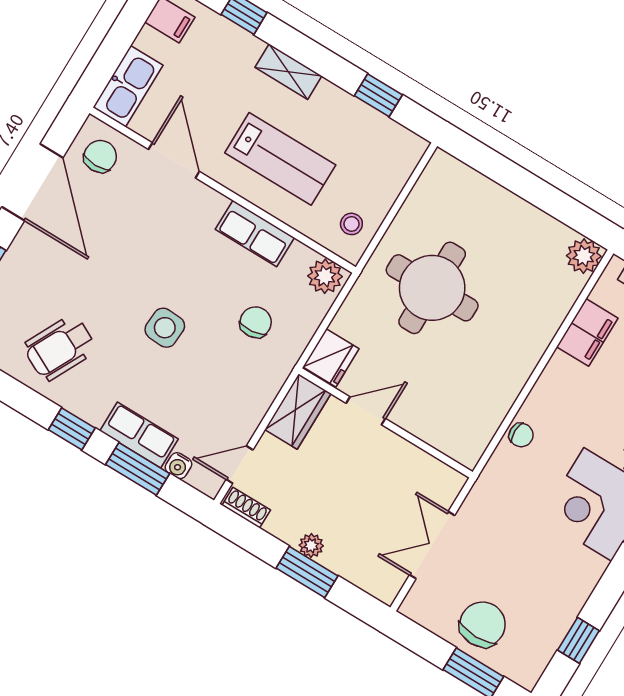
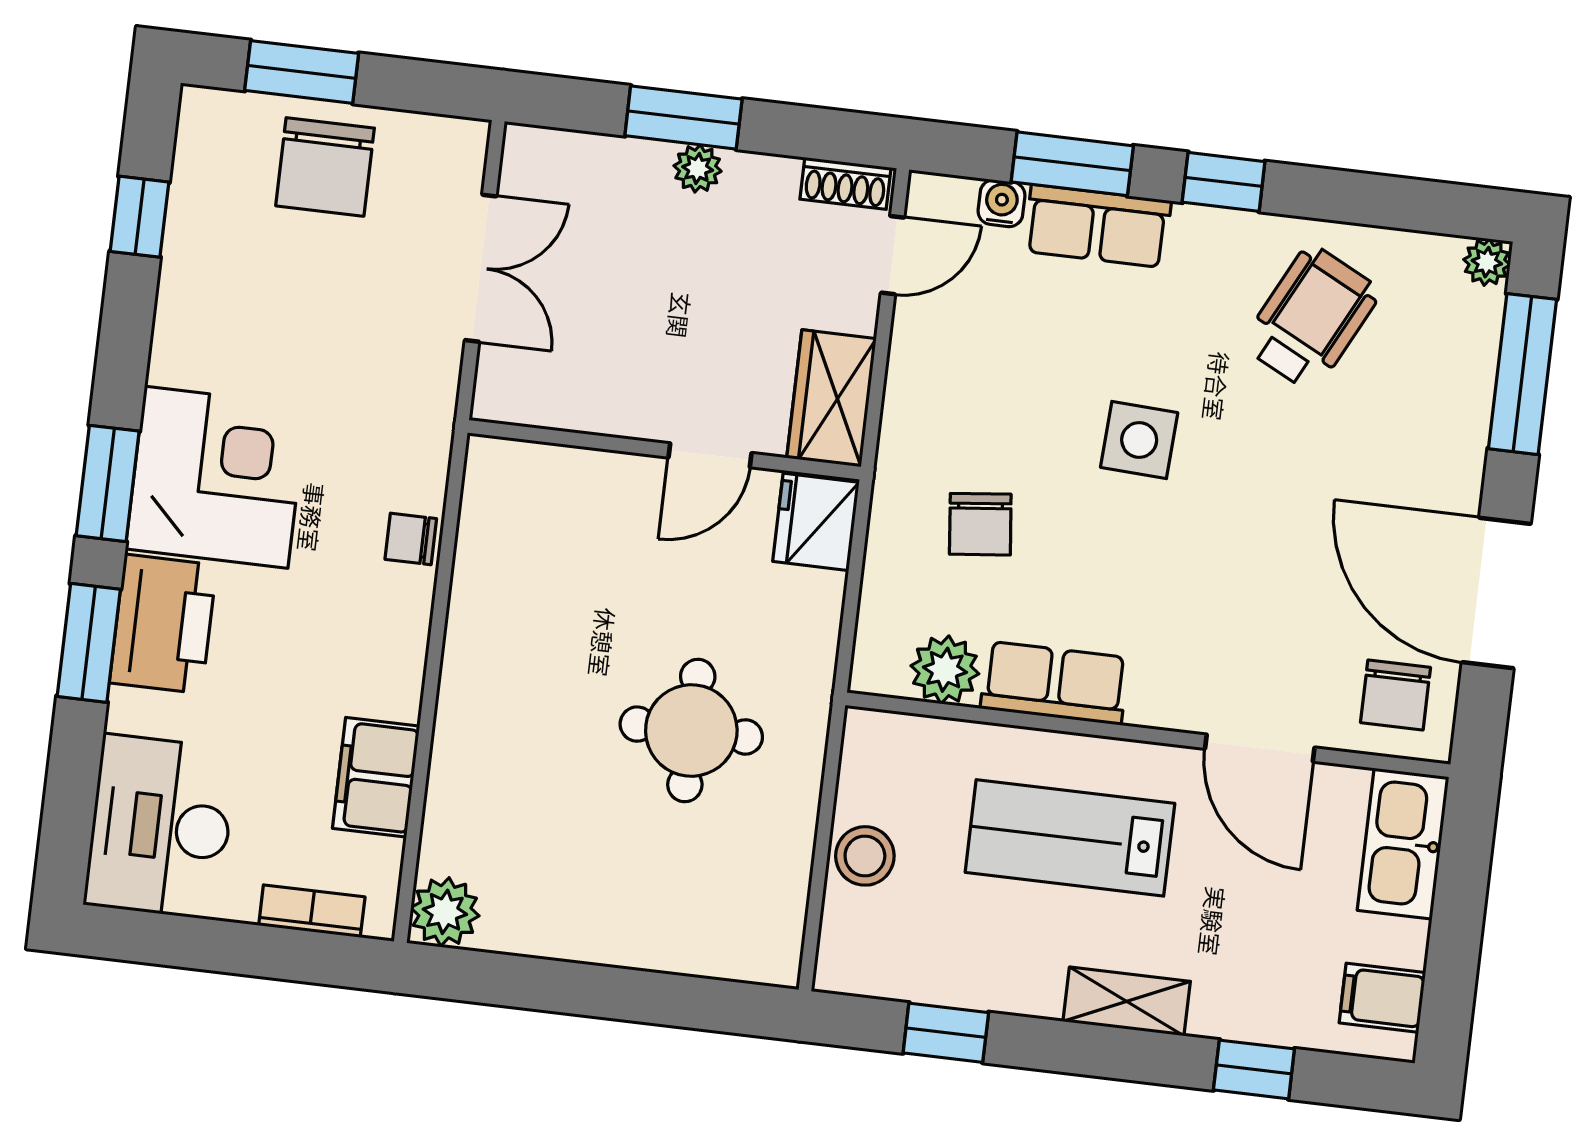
stool: (351, 224) -> (865, 856), moved, width x1.37, depth x1.37
plant: (325, 276) -> (945, 670), moved
round table: (432, 288) -> (691, 731), width x0.73, depth x0.73

